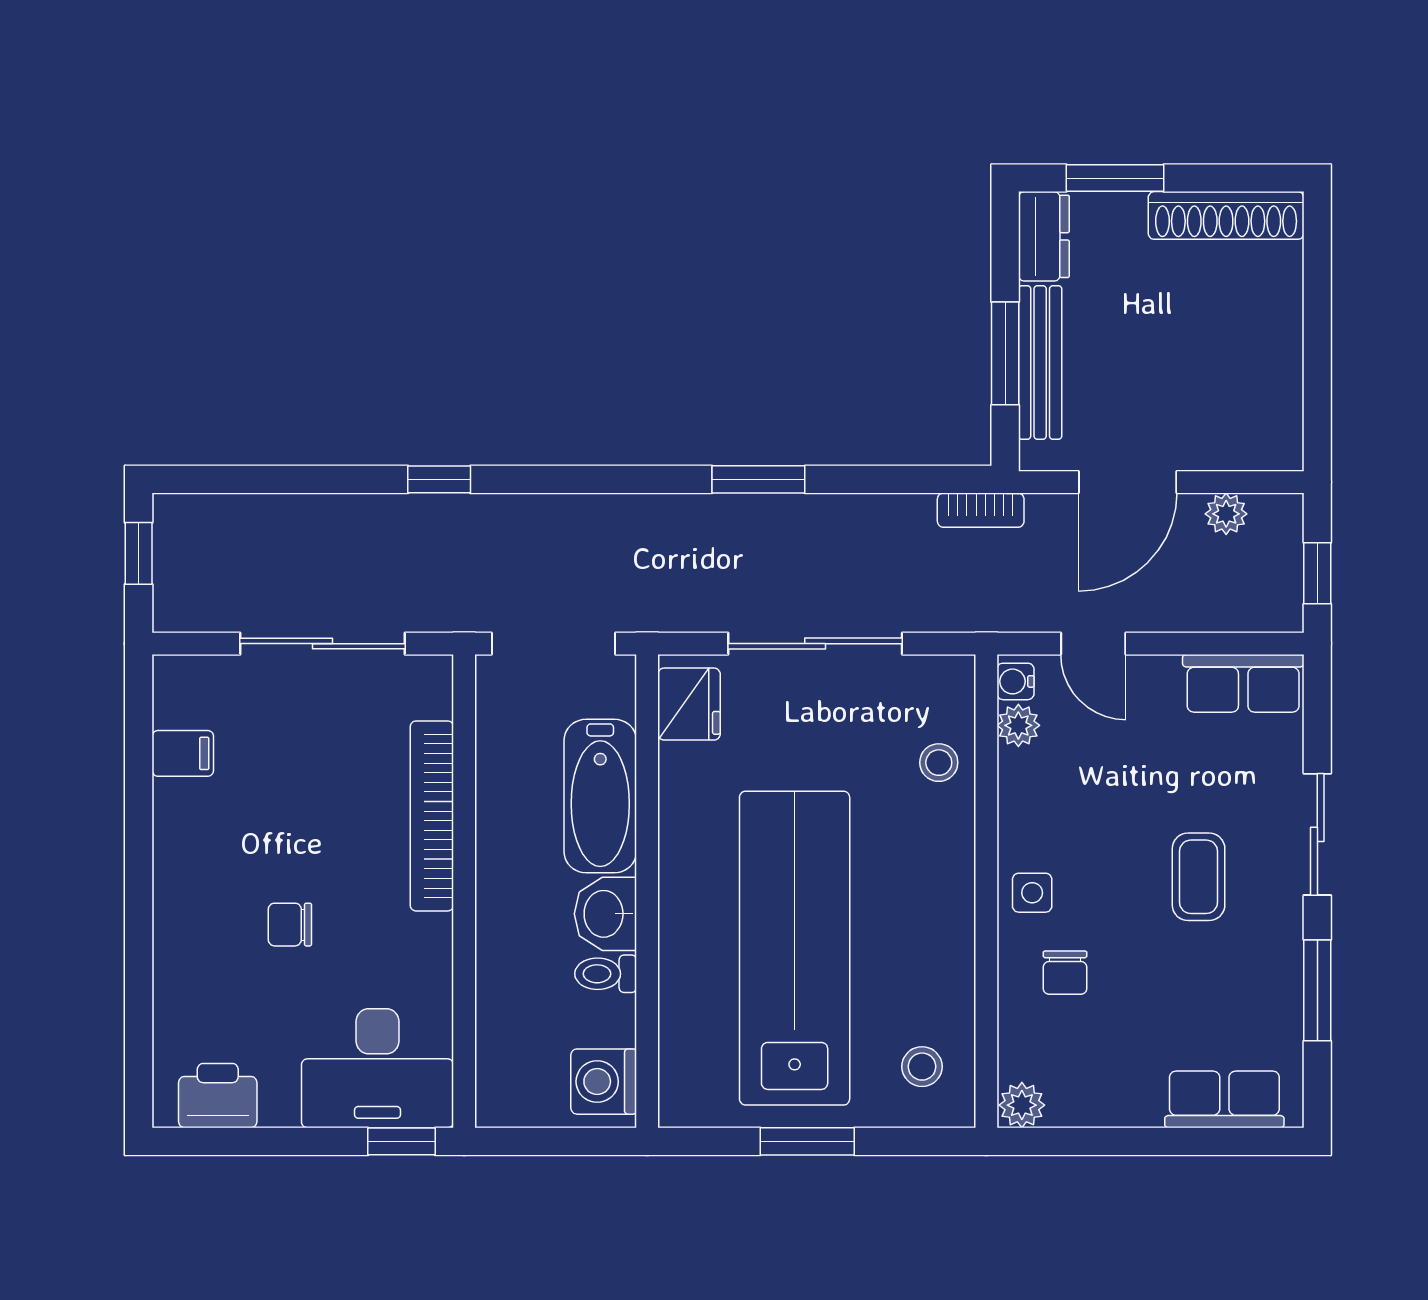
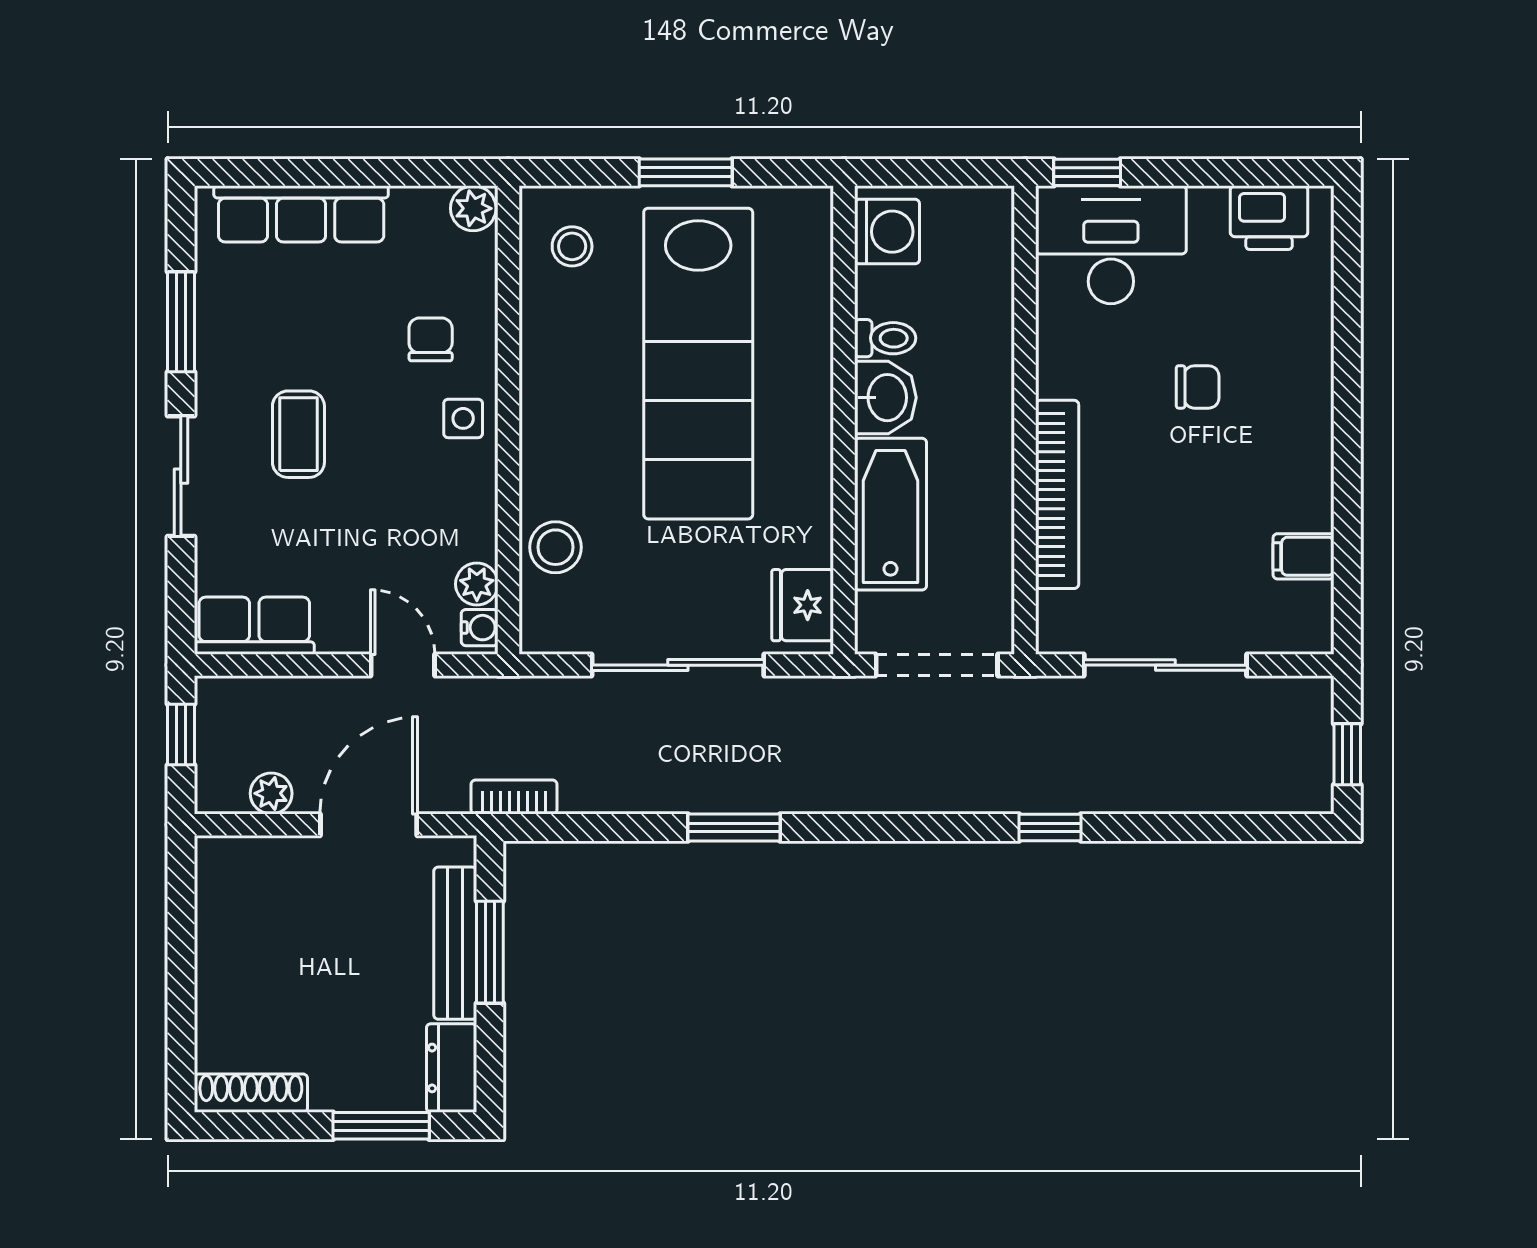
shoe rack: (1226, 215) -> (251, 1093), width x0.74, depth x0.81
stool: (939, 763) -> (555, 547), width x1.37, depth x1.37
row of seats: (1224, 1099) -> (301, 214), width x1.48

